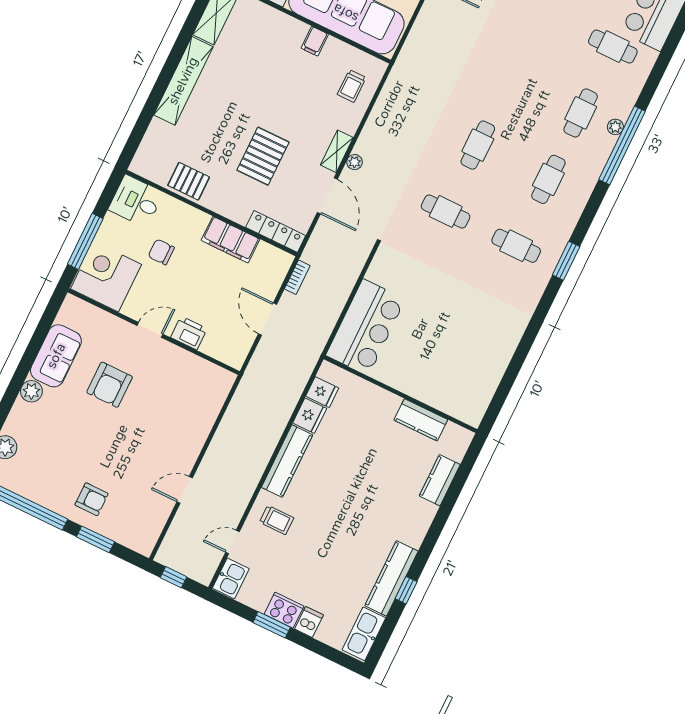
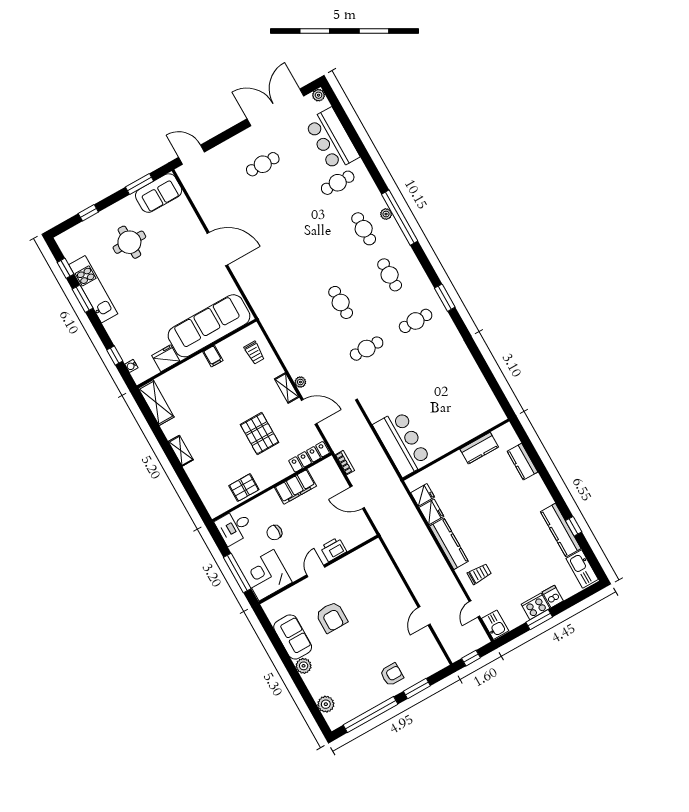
shelving: (183, 81) -> (181, 451), width x0.45, depth x0.75

